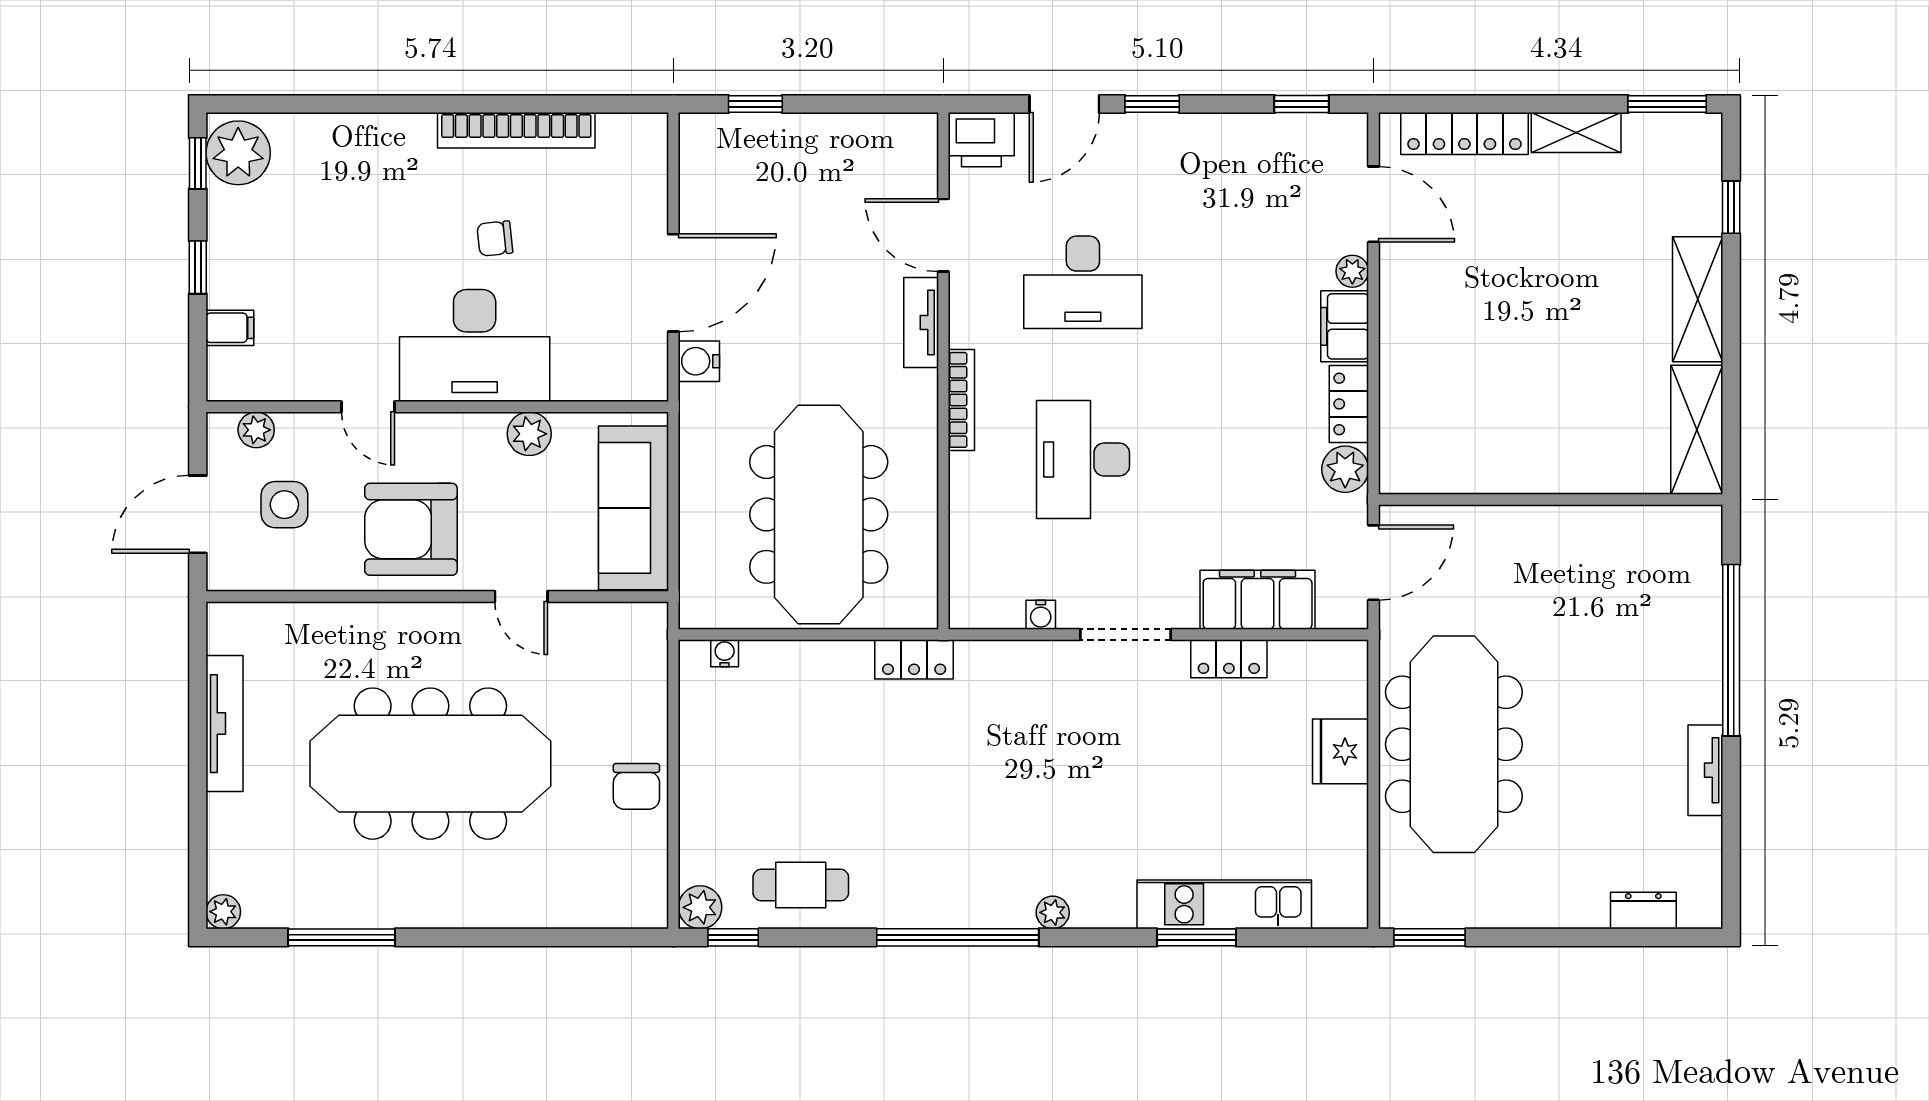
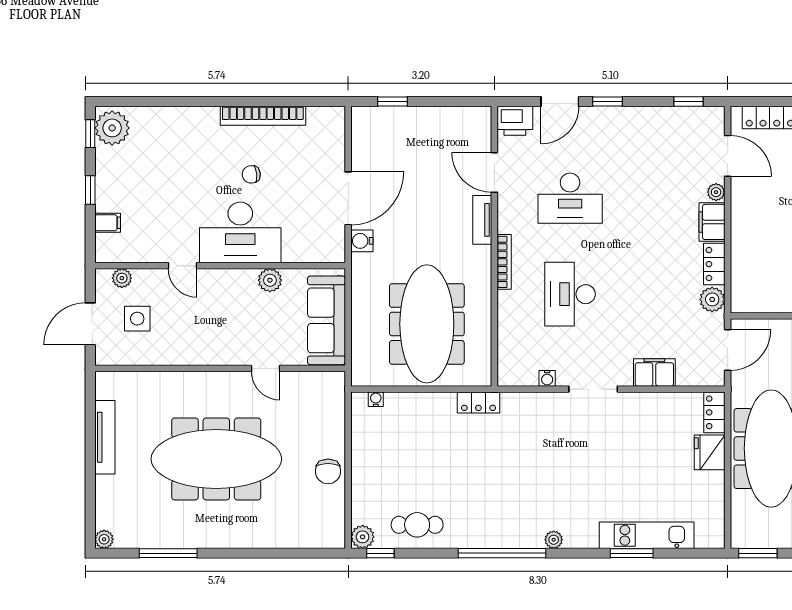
armchair: (411, 529) -> (206, 332), removed
filing cabinet: (1258, 600) -> (654, 372), width x0.67, depth x0.86
locker: (1229, 659) -> (714, 412), moved, turned 90

